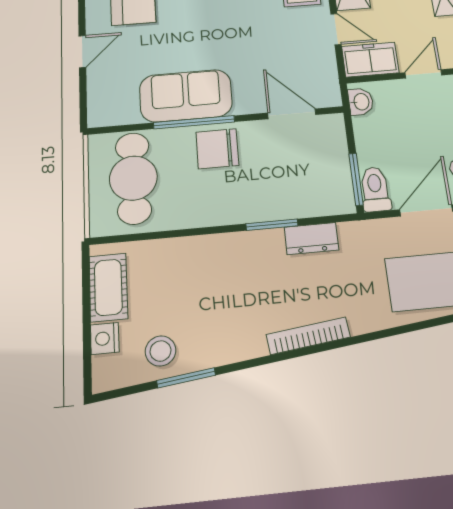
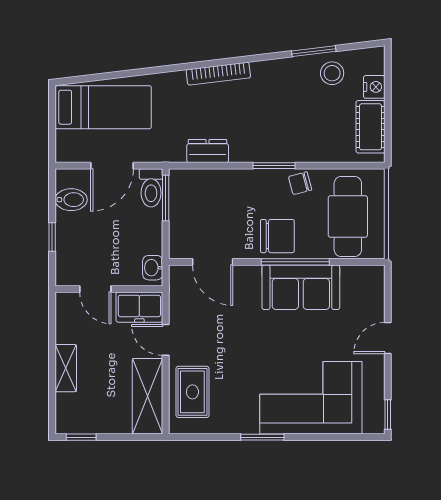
door: (423, 74) -> (95, 289), hinge flipped
chair: (194, 211) -> (300, 183), added
window: (272, 225) -> (274, 166), moved

